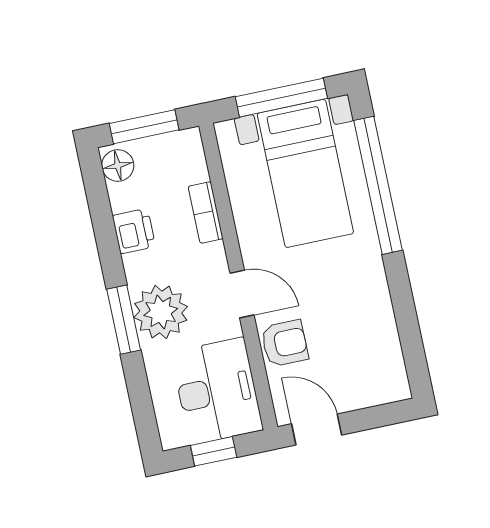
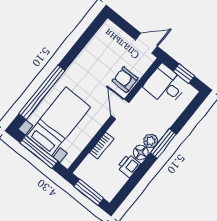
floor lamp: (118, 165) -> (141, 153), moved
plant: (161, 312) -> (151, 141), width x0.53, depth x0.53
desk: (217, 391) -> (165, 85), width x0.73
door: (317, 429) -> (146, 43), swing flipped

